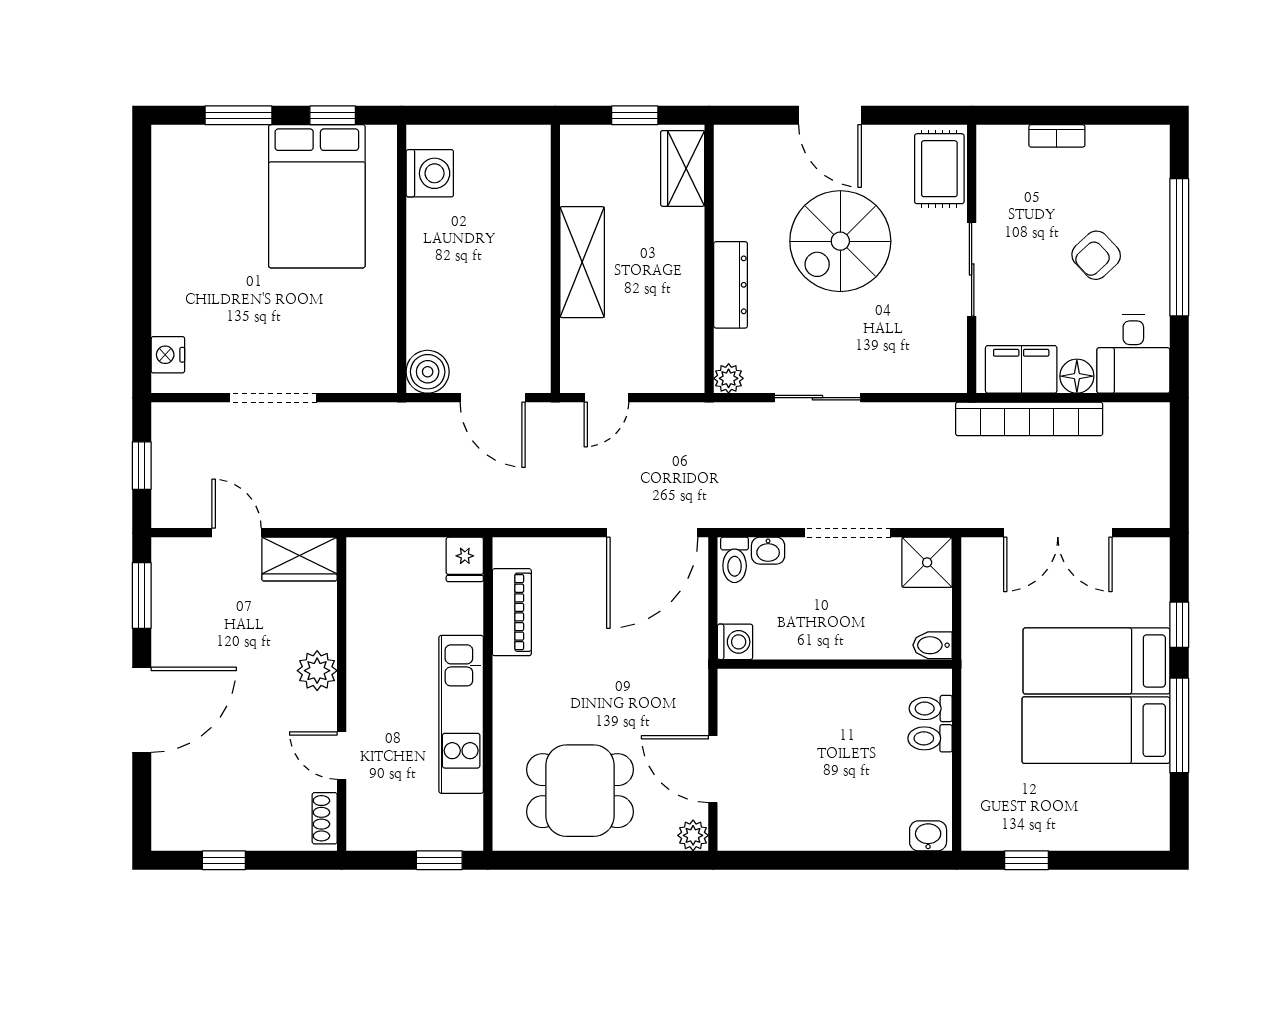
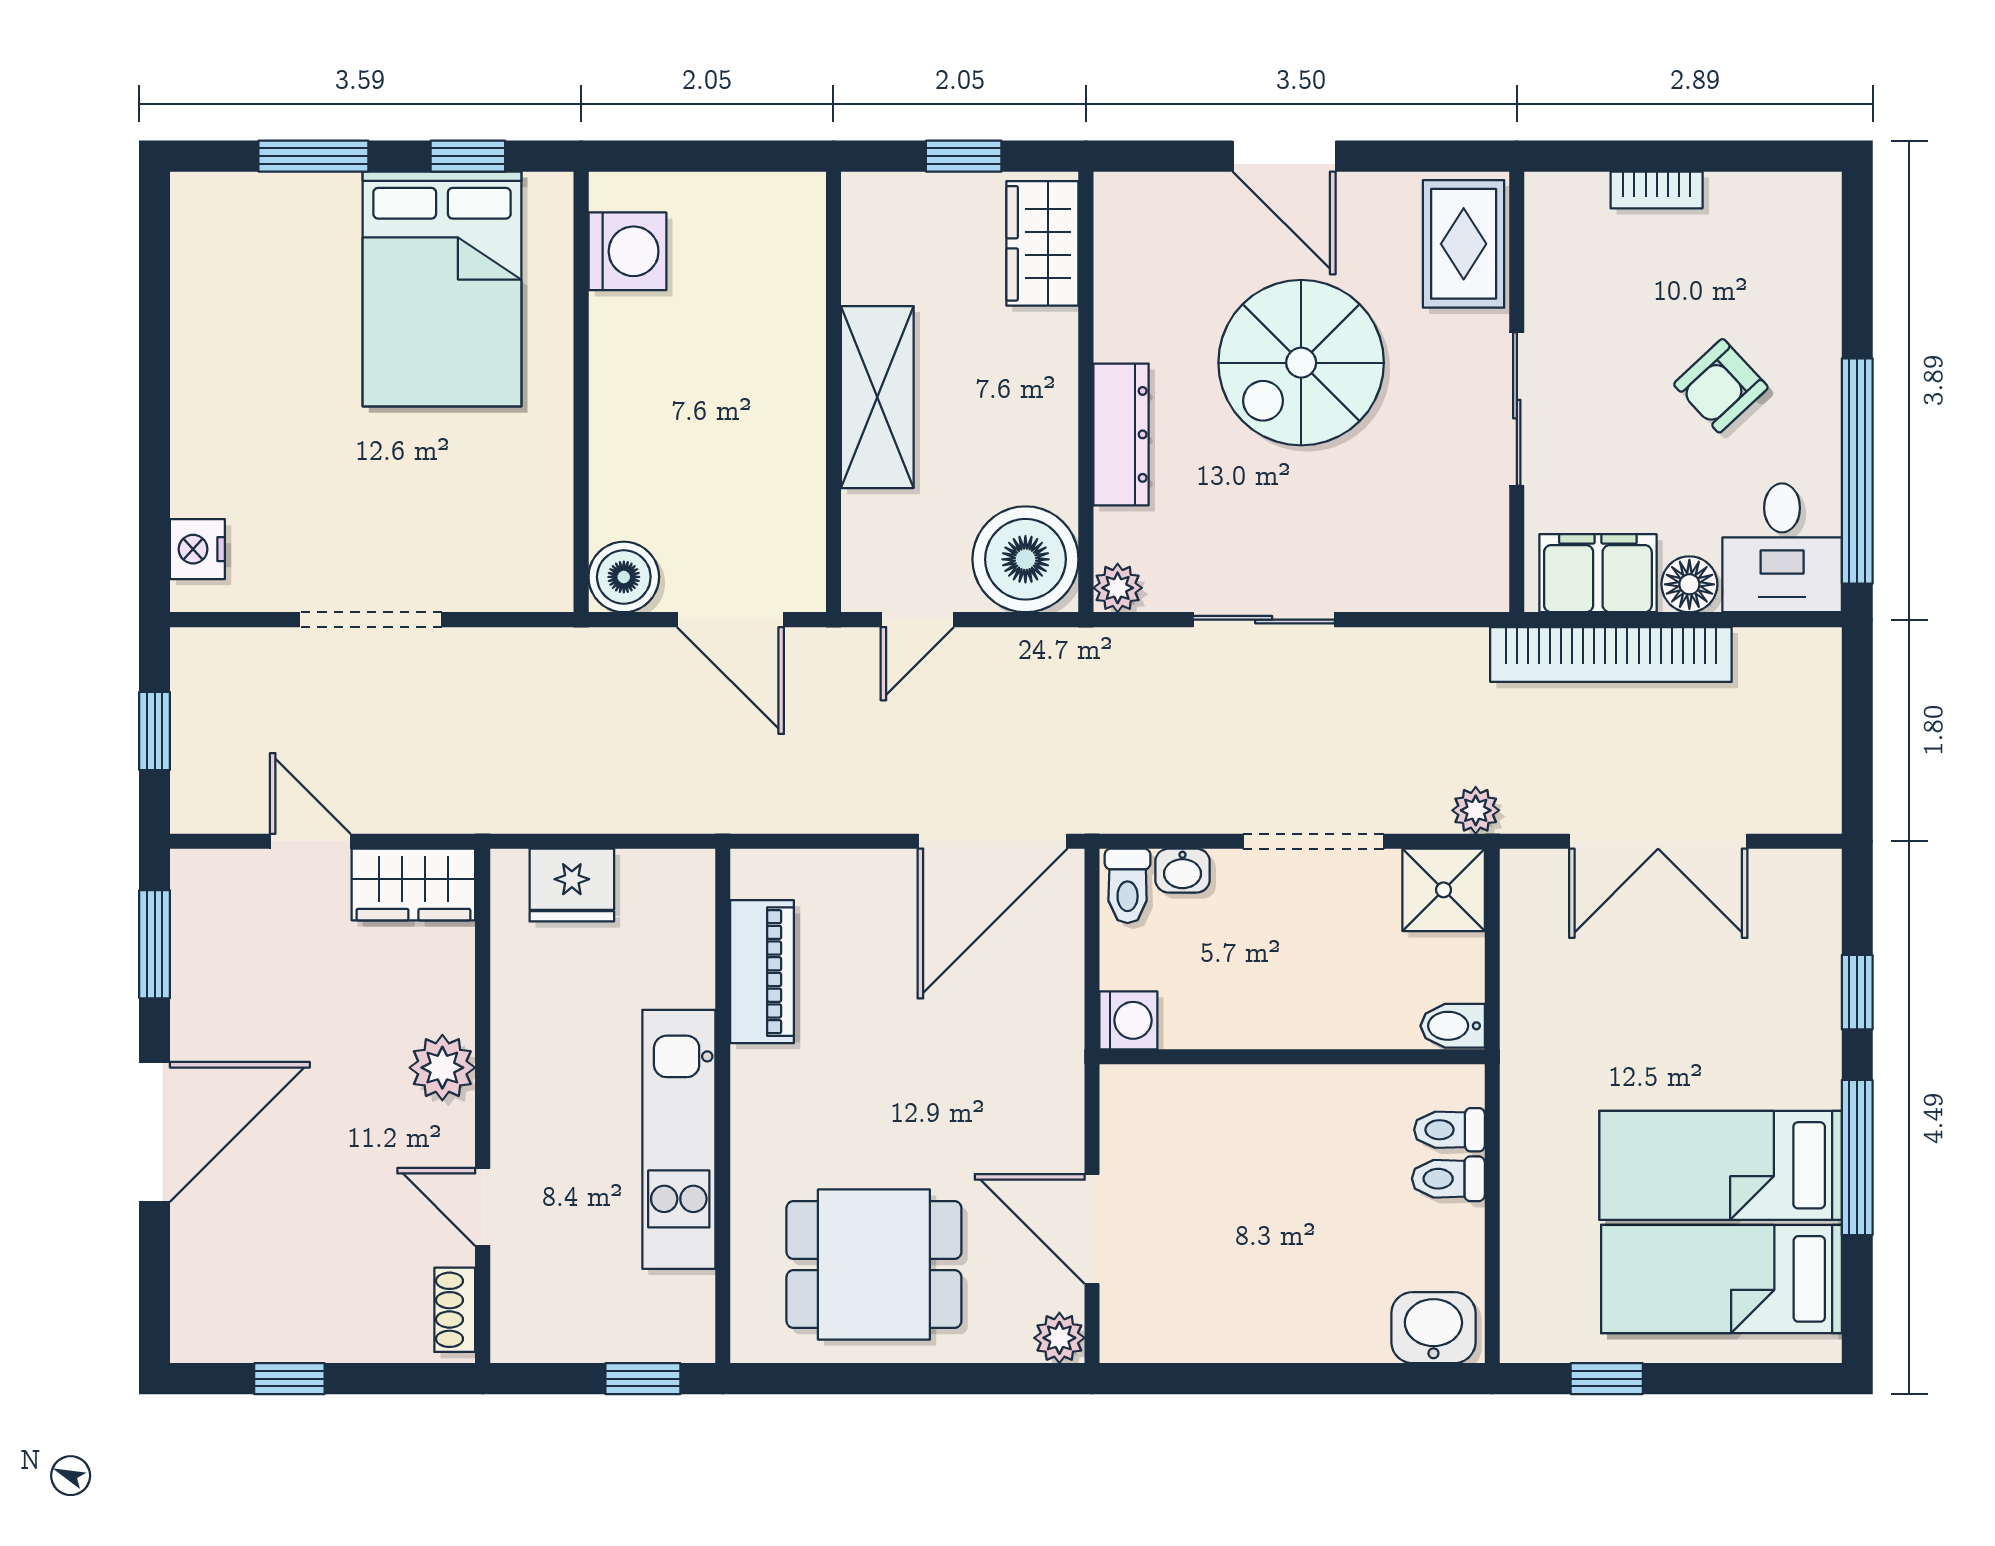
window: (1179, 247) -> (1857, 471), moved
boiler: (672, 361) -> (1025, 559), added
plant: (947, 514) -> (1476, 810), added
fridge: (465, 559) -> (572, 885), moved, width x1.38
bed: (1096, 661) -> (1721, 1279), moved
washbasin: (928, 836) -> (1433, 1328), width x1.38, depth x1.45

